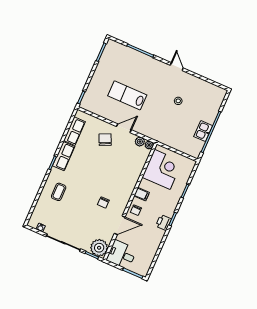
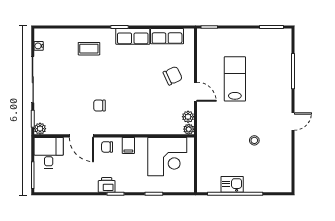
plant: (99, 248) -> (40, 129), width x0.53, depth x0.53

